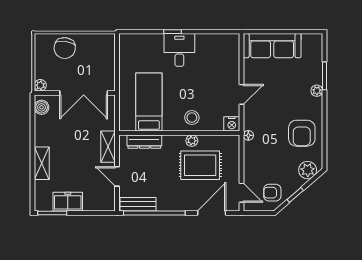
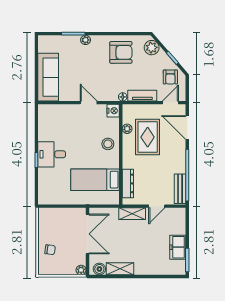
chair: (65, 48) -> (50, 250), width x0.54, depth x0.54
plant: (192, 141) -> (127, 129), moved
tv unit: (250, 159) -> (142, 96), added
shelving: (42, 163) -> (120, 269), moved

